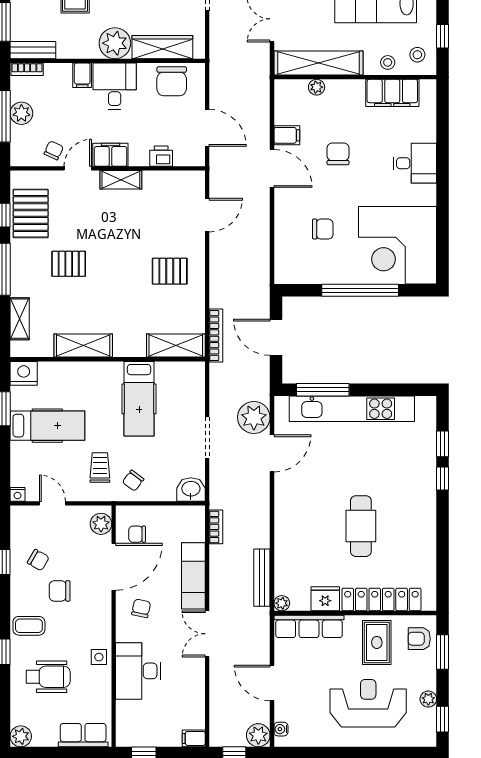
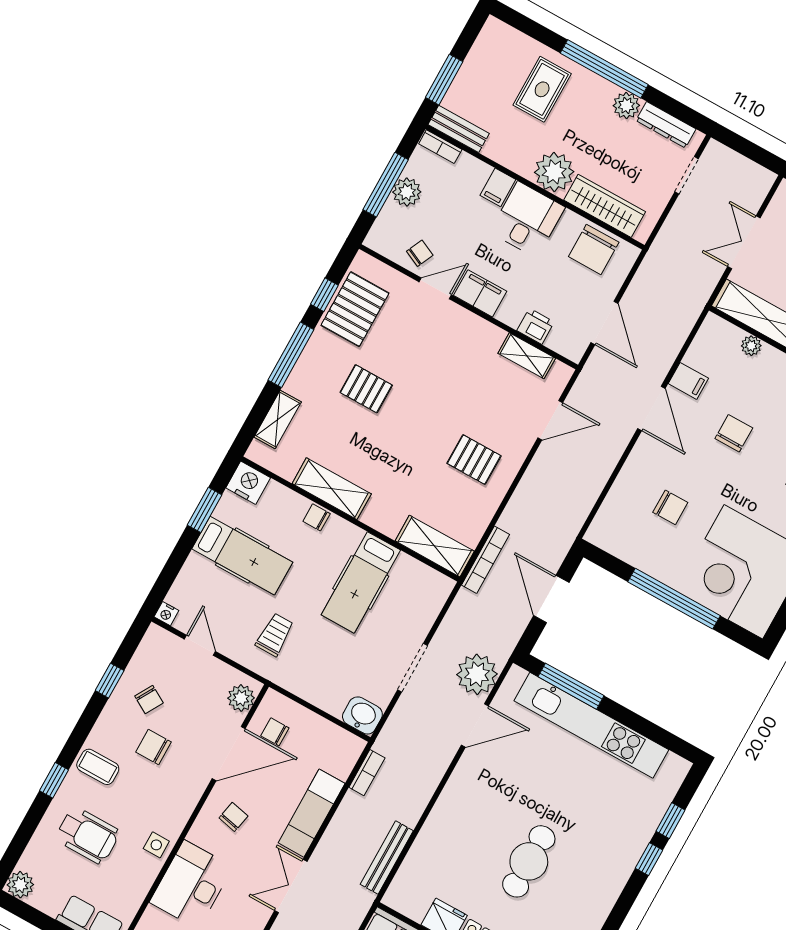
shelving: (121, 180) -> (527, 356), moved
chair: (133, 481) -> (317, 517), moved, turned 53
plant: (282, 603) -> (393, 898), removed

